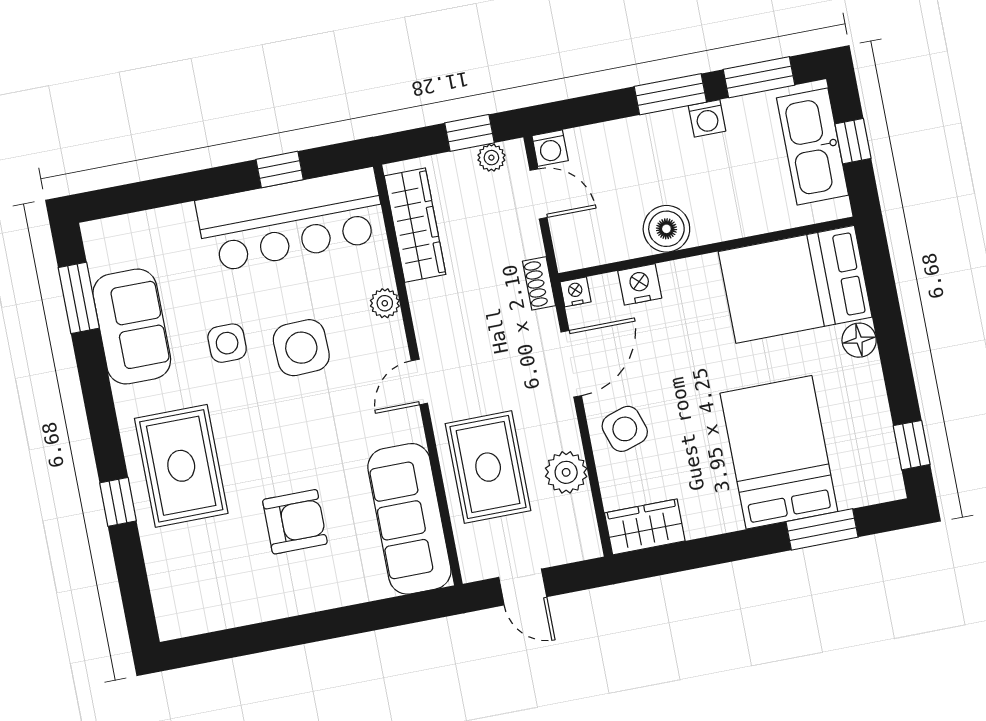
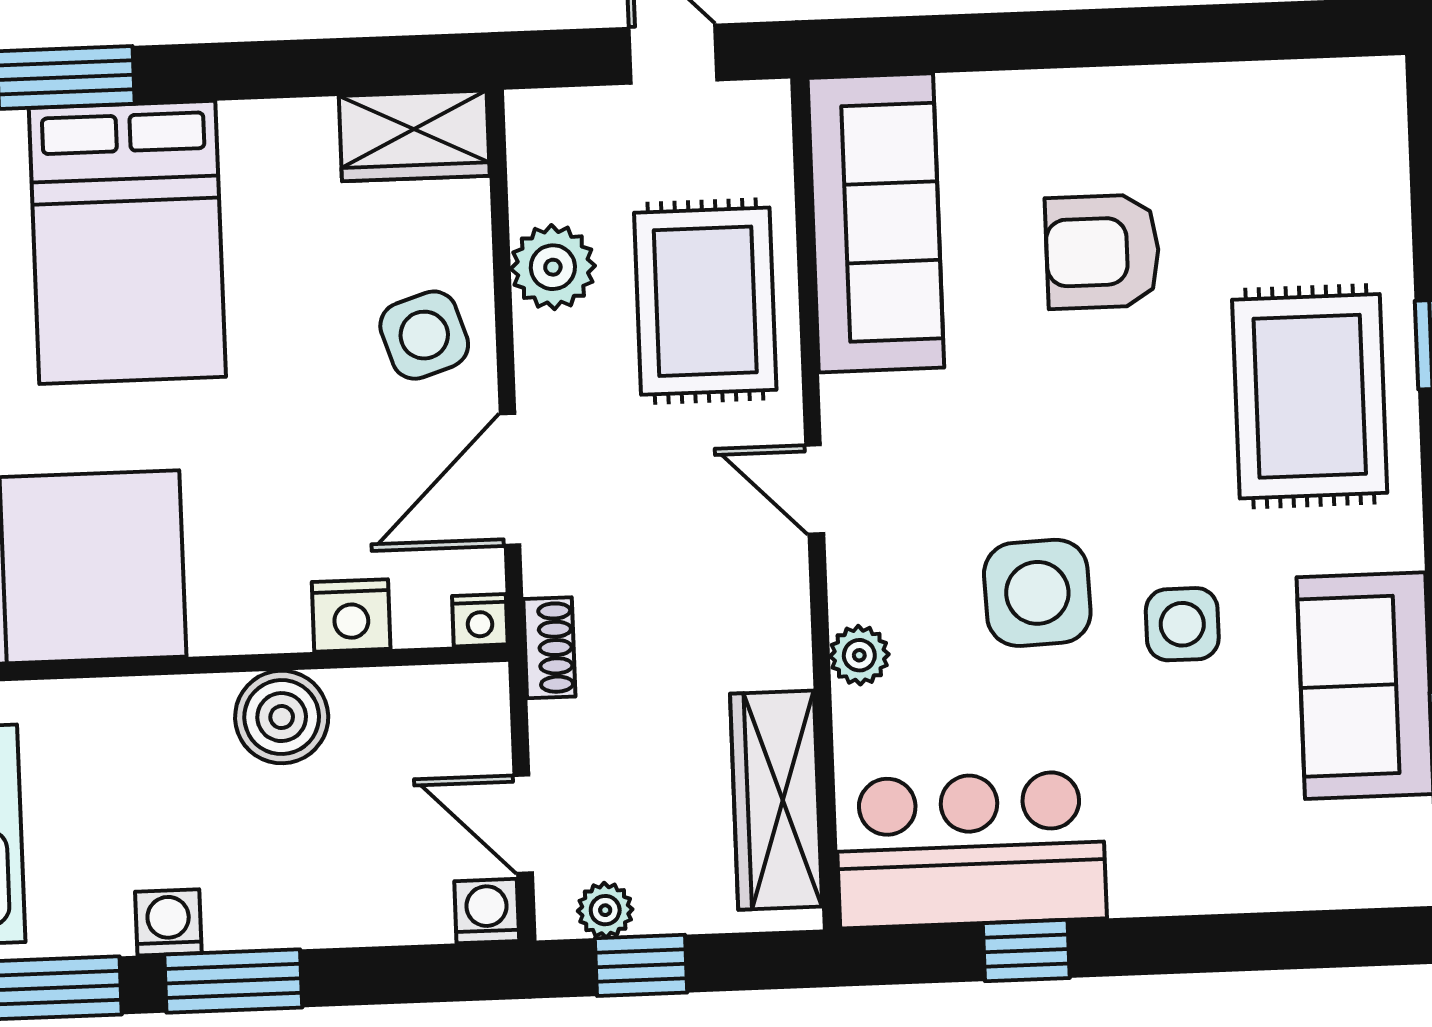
bar counter: (291, 220) -> (971, 850), width x0.73
door: (419, 382) -> (815, 490), swing flipped

